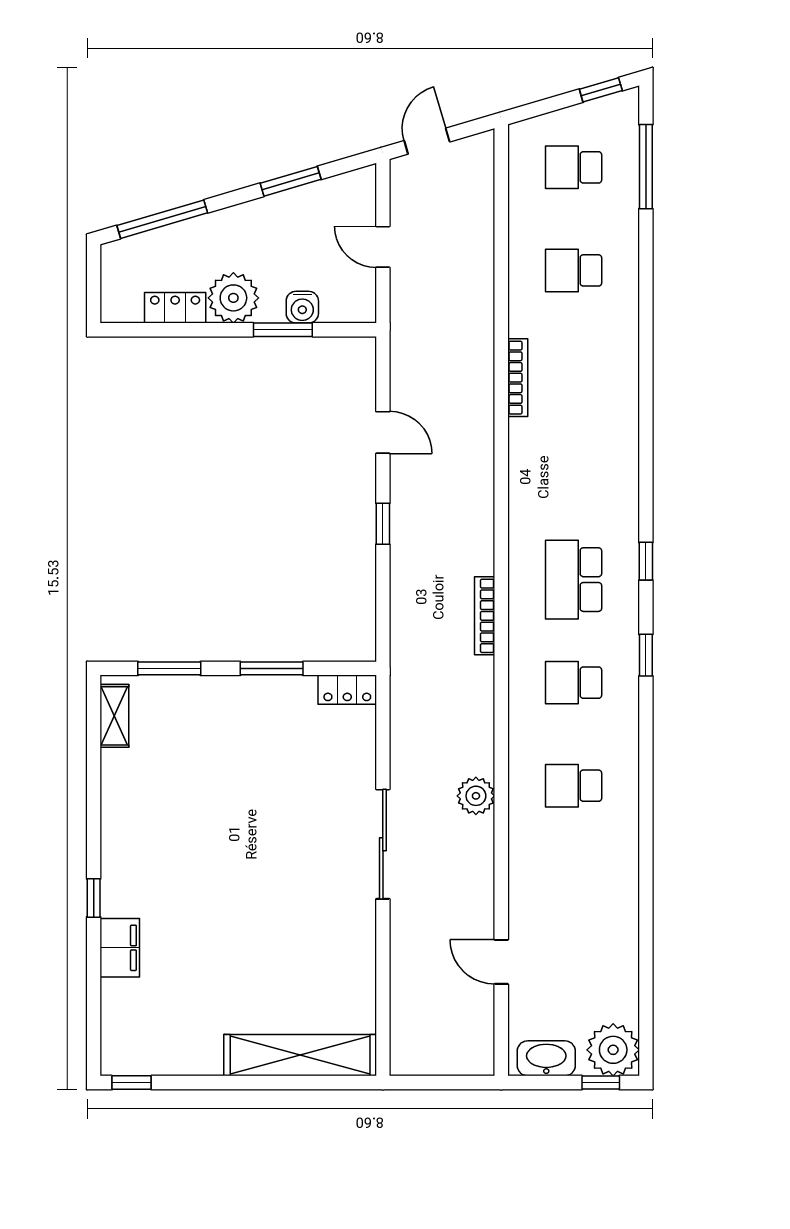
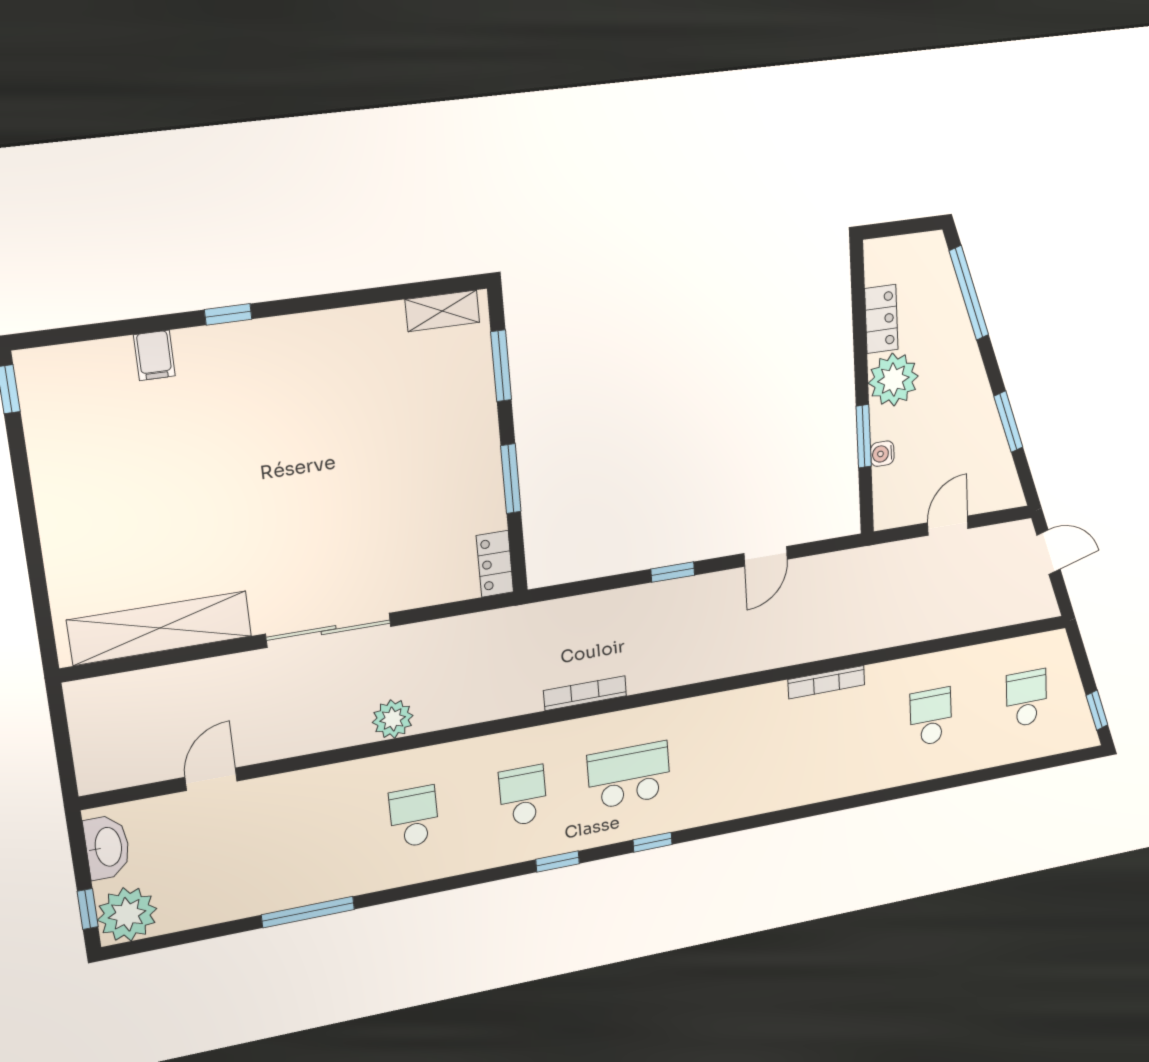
window: (646, 167) -> (308, 912), moved
water cooler: (302, 307) -> (882, 454), width x0.72, depth x0.72
filing cabinet: (120, 948) -> (154, 355), width x0.50
shelving: (300, 1055) -> (160, 628), moved, turned 90

